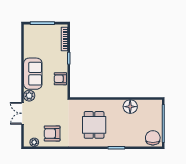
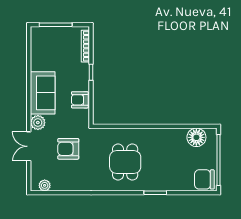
floor lamp: (130, 107) -> (196, 137), moved
armchair: (52, 133) -> (68, 149), moved
chair: (153, 138) -> (204, 179), turned -90

